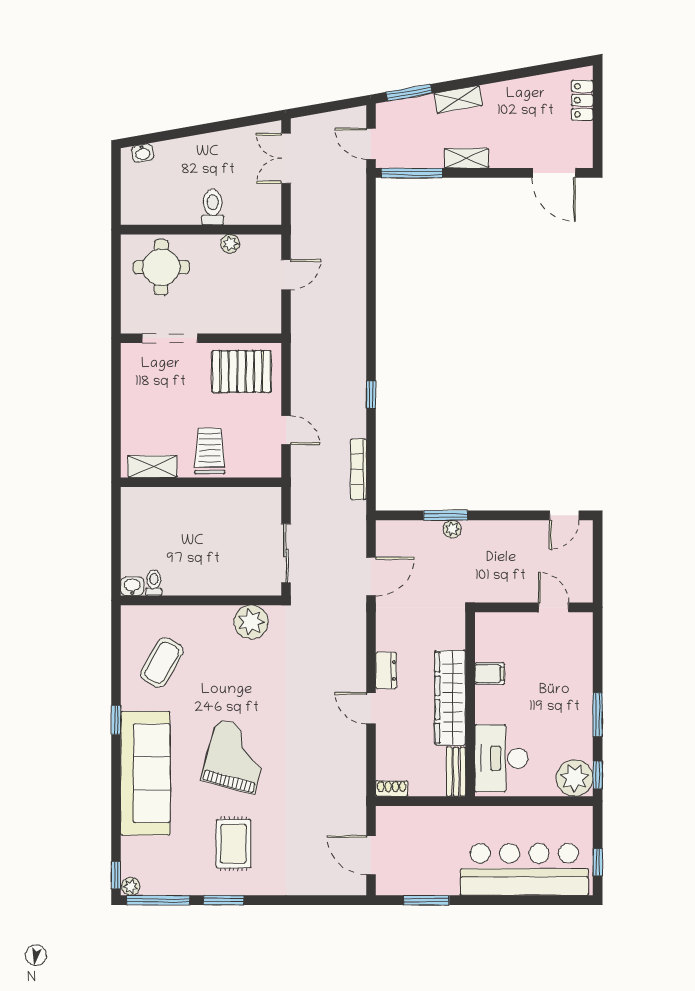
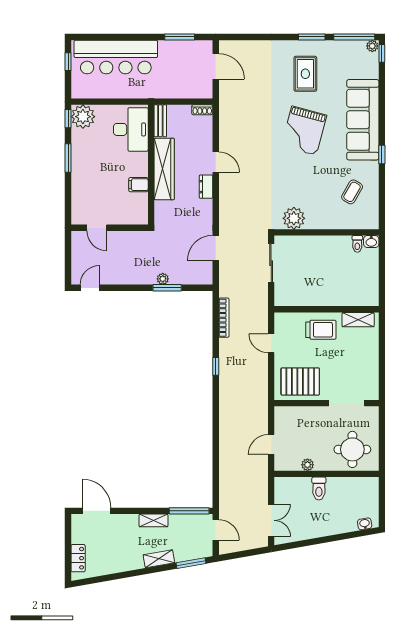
trolley: (210, 451) -> (321, 330), turned -90
coffee table: (162, 662) -> (352, 192), width x0.73, depth x0.77

